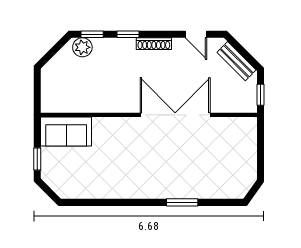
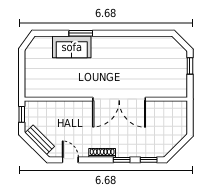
plant: (82, 47) -> (156, 150), removed
double door: (175, 115) -> (119, 99), moved
sofa: (66, 132) -> (72, 47), moved, turned 180

